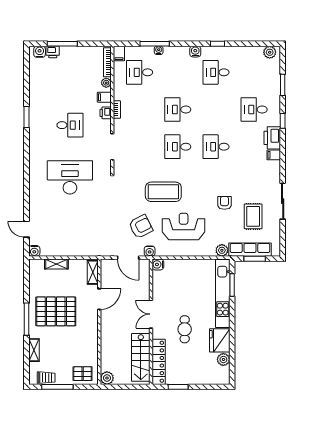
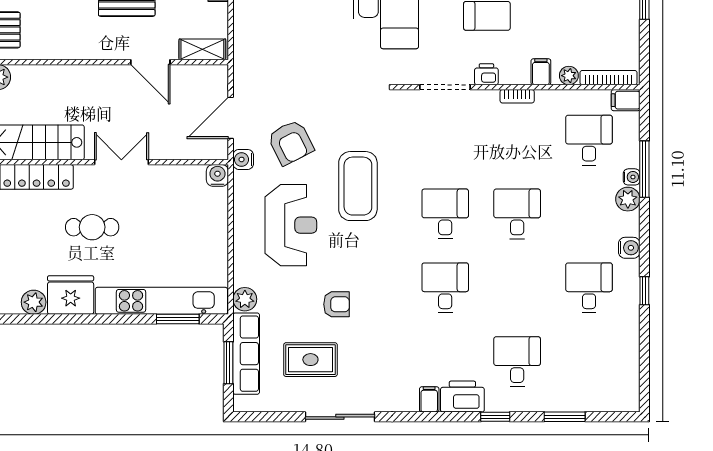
plant: (270, 52) -> (628, 199), moved
printer: (106, 113) -> (486, 74), moved

